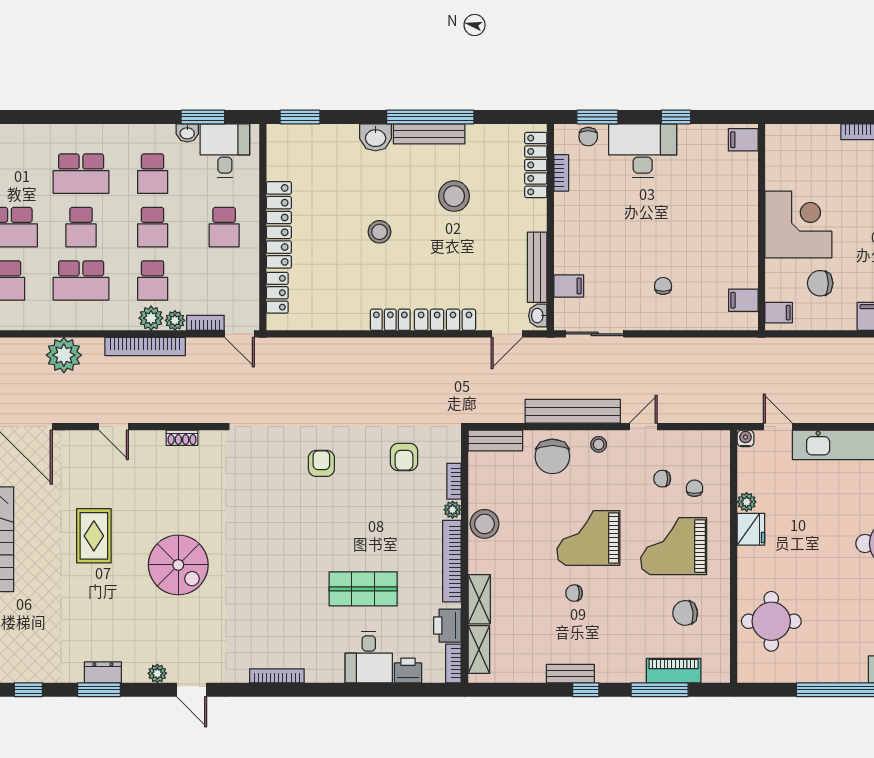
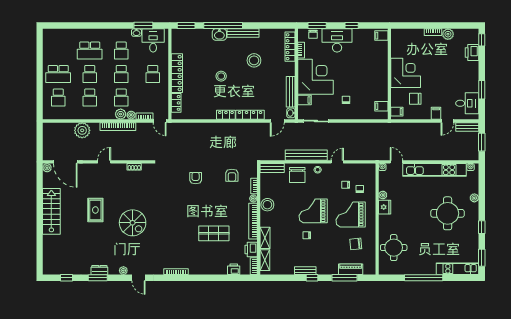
window: (430, 117) -> (223, 26), moved
corner desk: (594, 233) -> (316, 77), added
school desk: (81, 281) -> (90, 98), width x0.54
door: (114, 427) -> (104, 162), swing flipped
desk: (369, 657) -> (216, 263), removed

